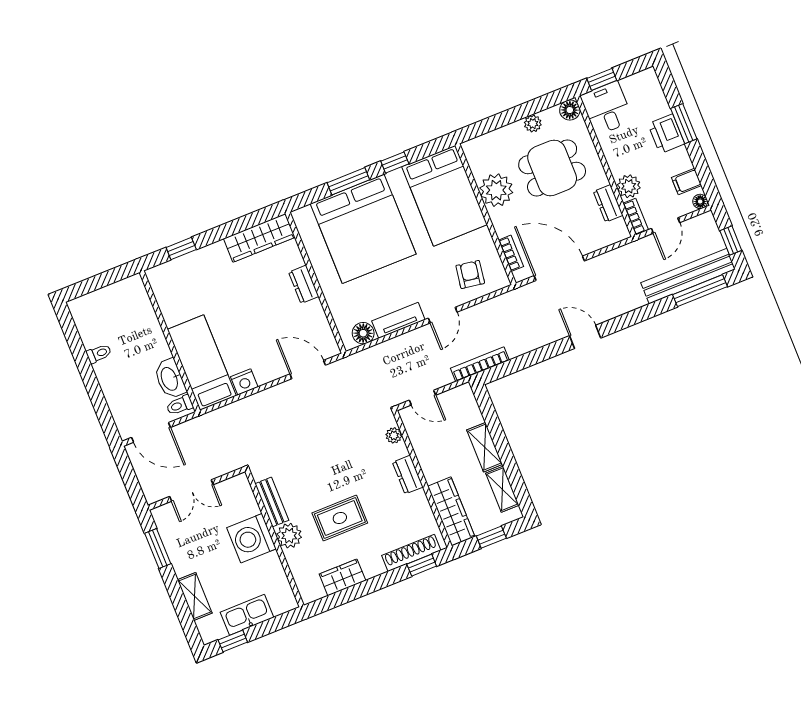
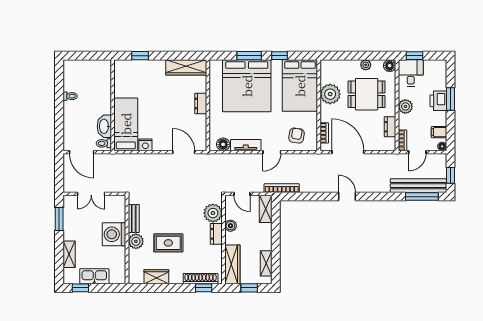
plant: (629, 186) -> (405, 106), moved
plant: (394, 435) -> (213, 213), width x1.87, depth x1.87
shelving: (485, 447) -> (266, 209), moved
boiler: (425, 453) -> (230, 226), added

